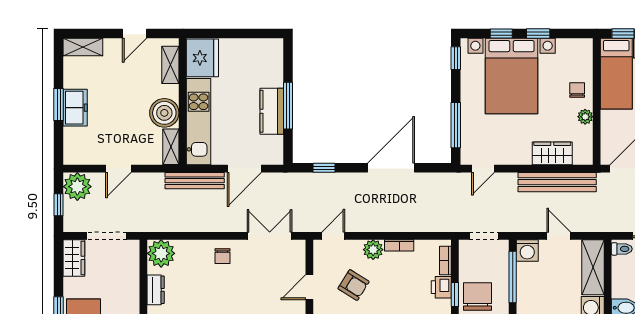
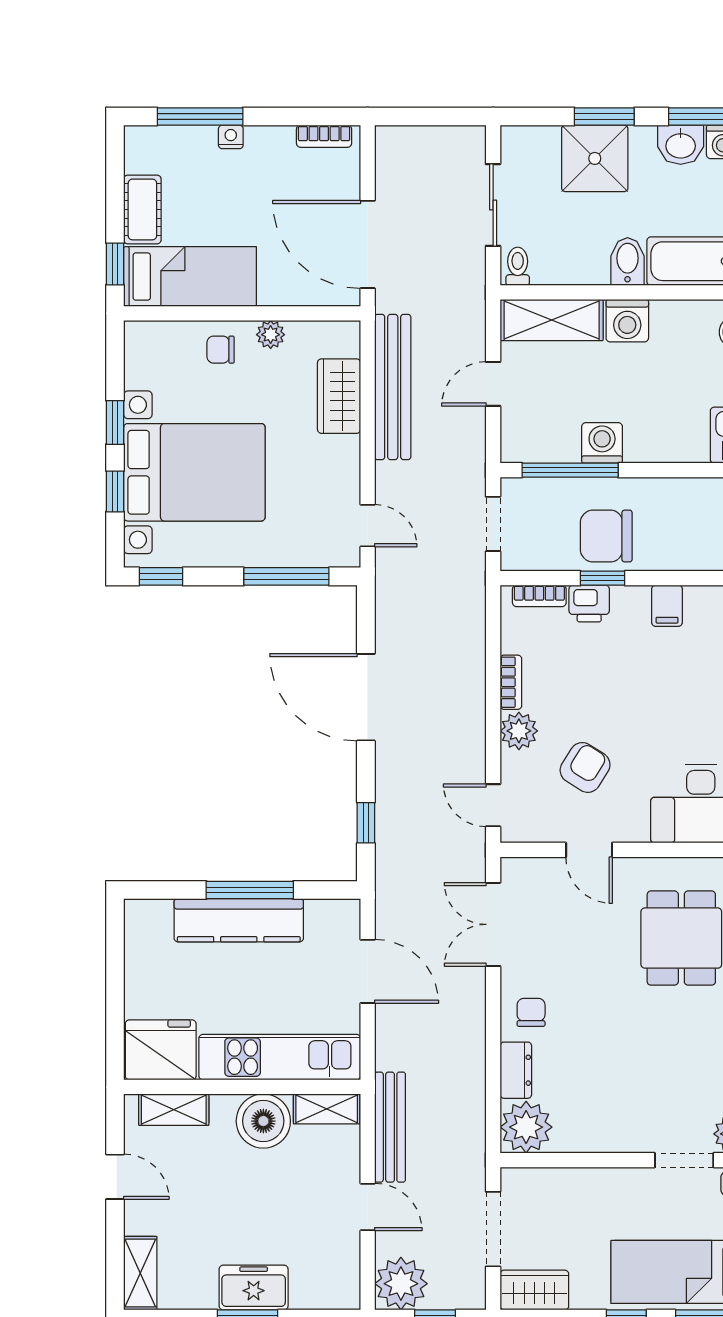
kitchen counter: (272, 111) -> (239, 920), width x1.50
bench: (195, 181) -> (390, 1127), moved
washing machine: (527, 250) -> (602, 443), moved, turned -90
chair: (222, 256) -> (531, 1012), turned -90
dresser: (156, 290) -> (516, 1070), moved, turned 90

